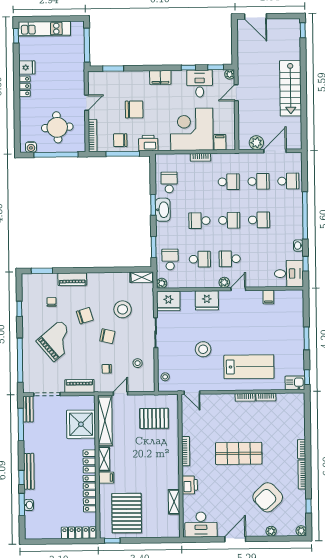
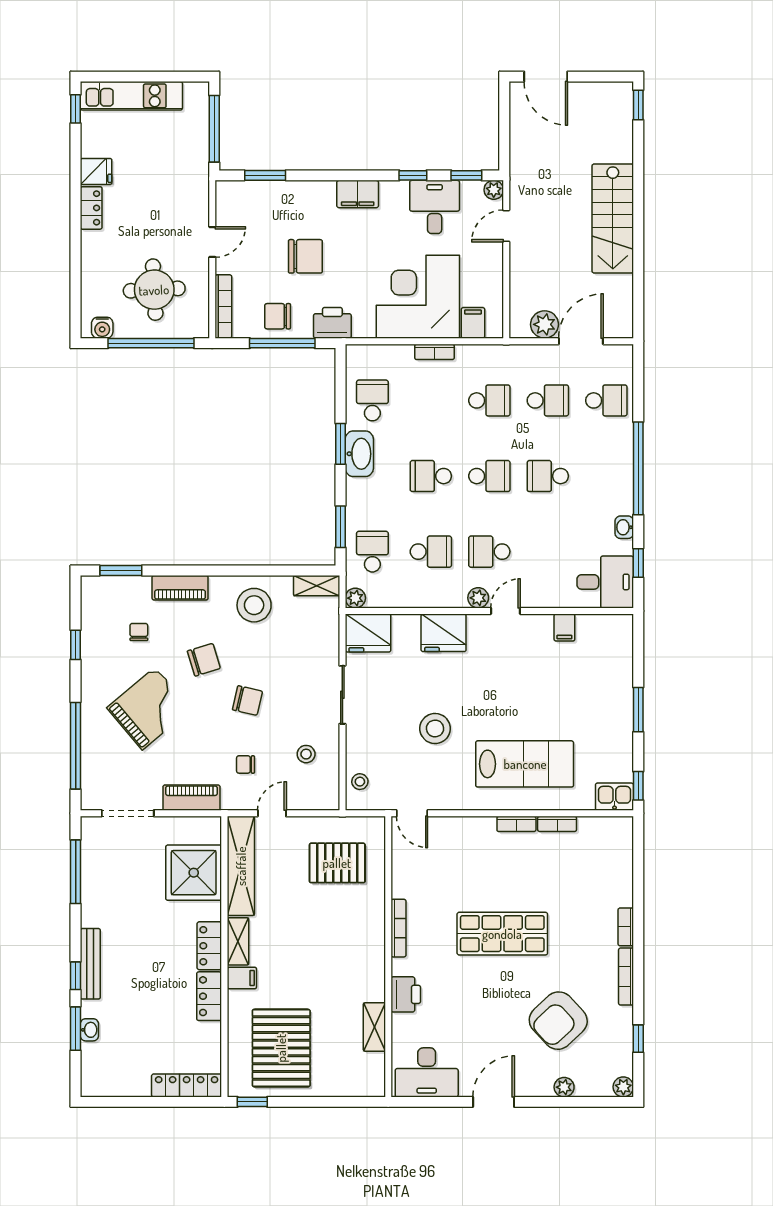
school desk: (259, 220) -> (548, 476), turned 180
stool: (123, 309) -> (254, 605), moved
bench: (28, 409) -> (90, 842), removed
locker: (90, 494) -> (209, 996), width x0.66

